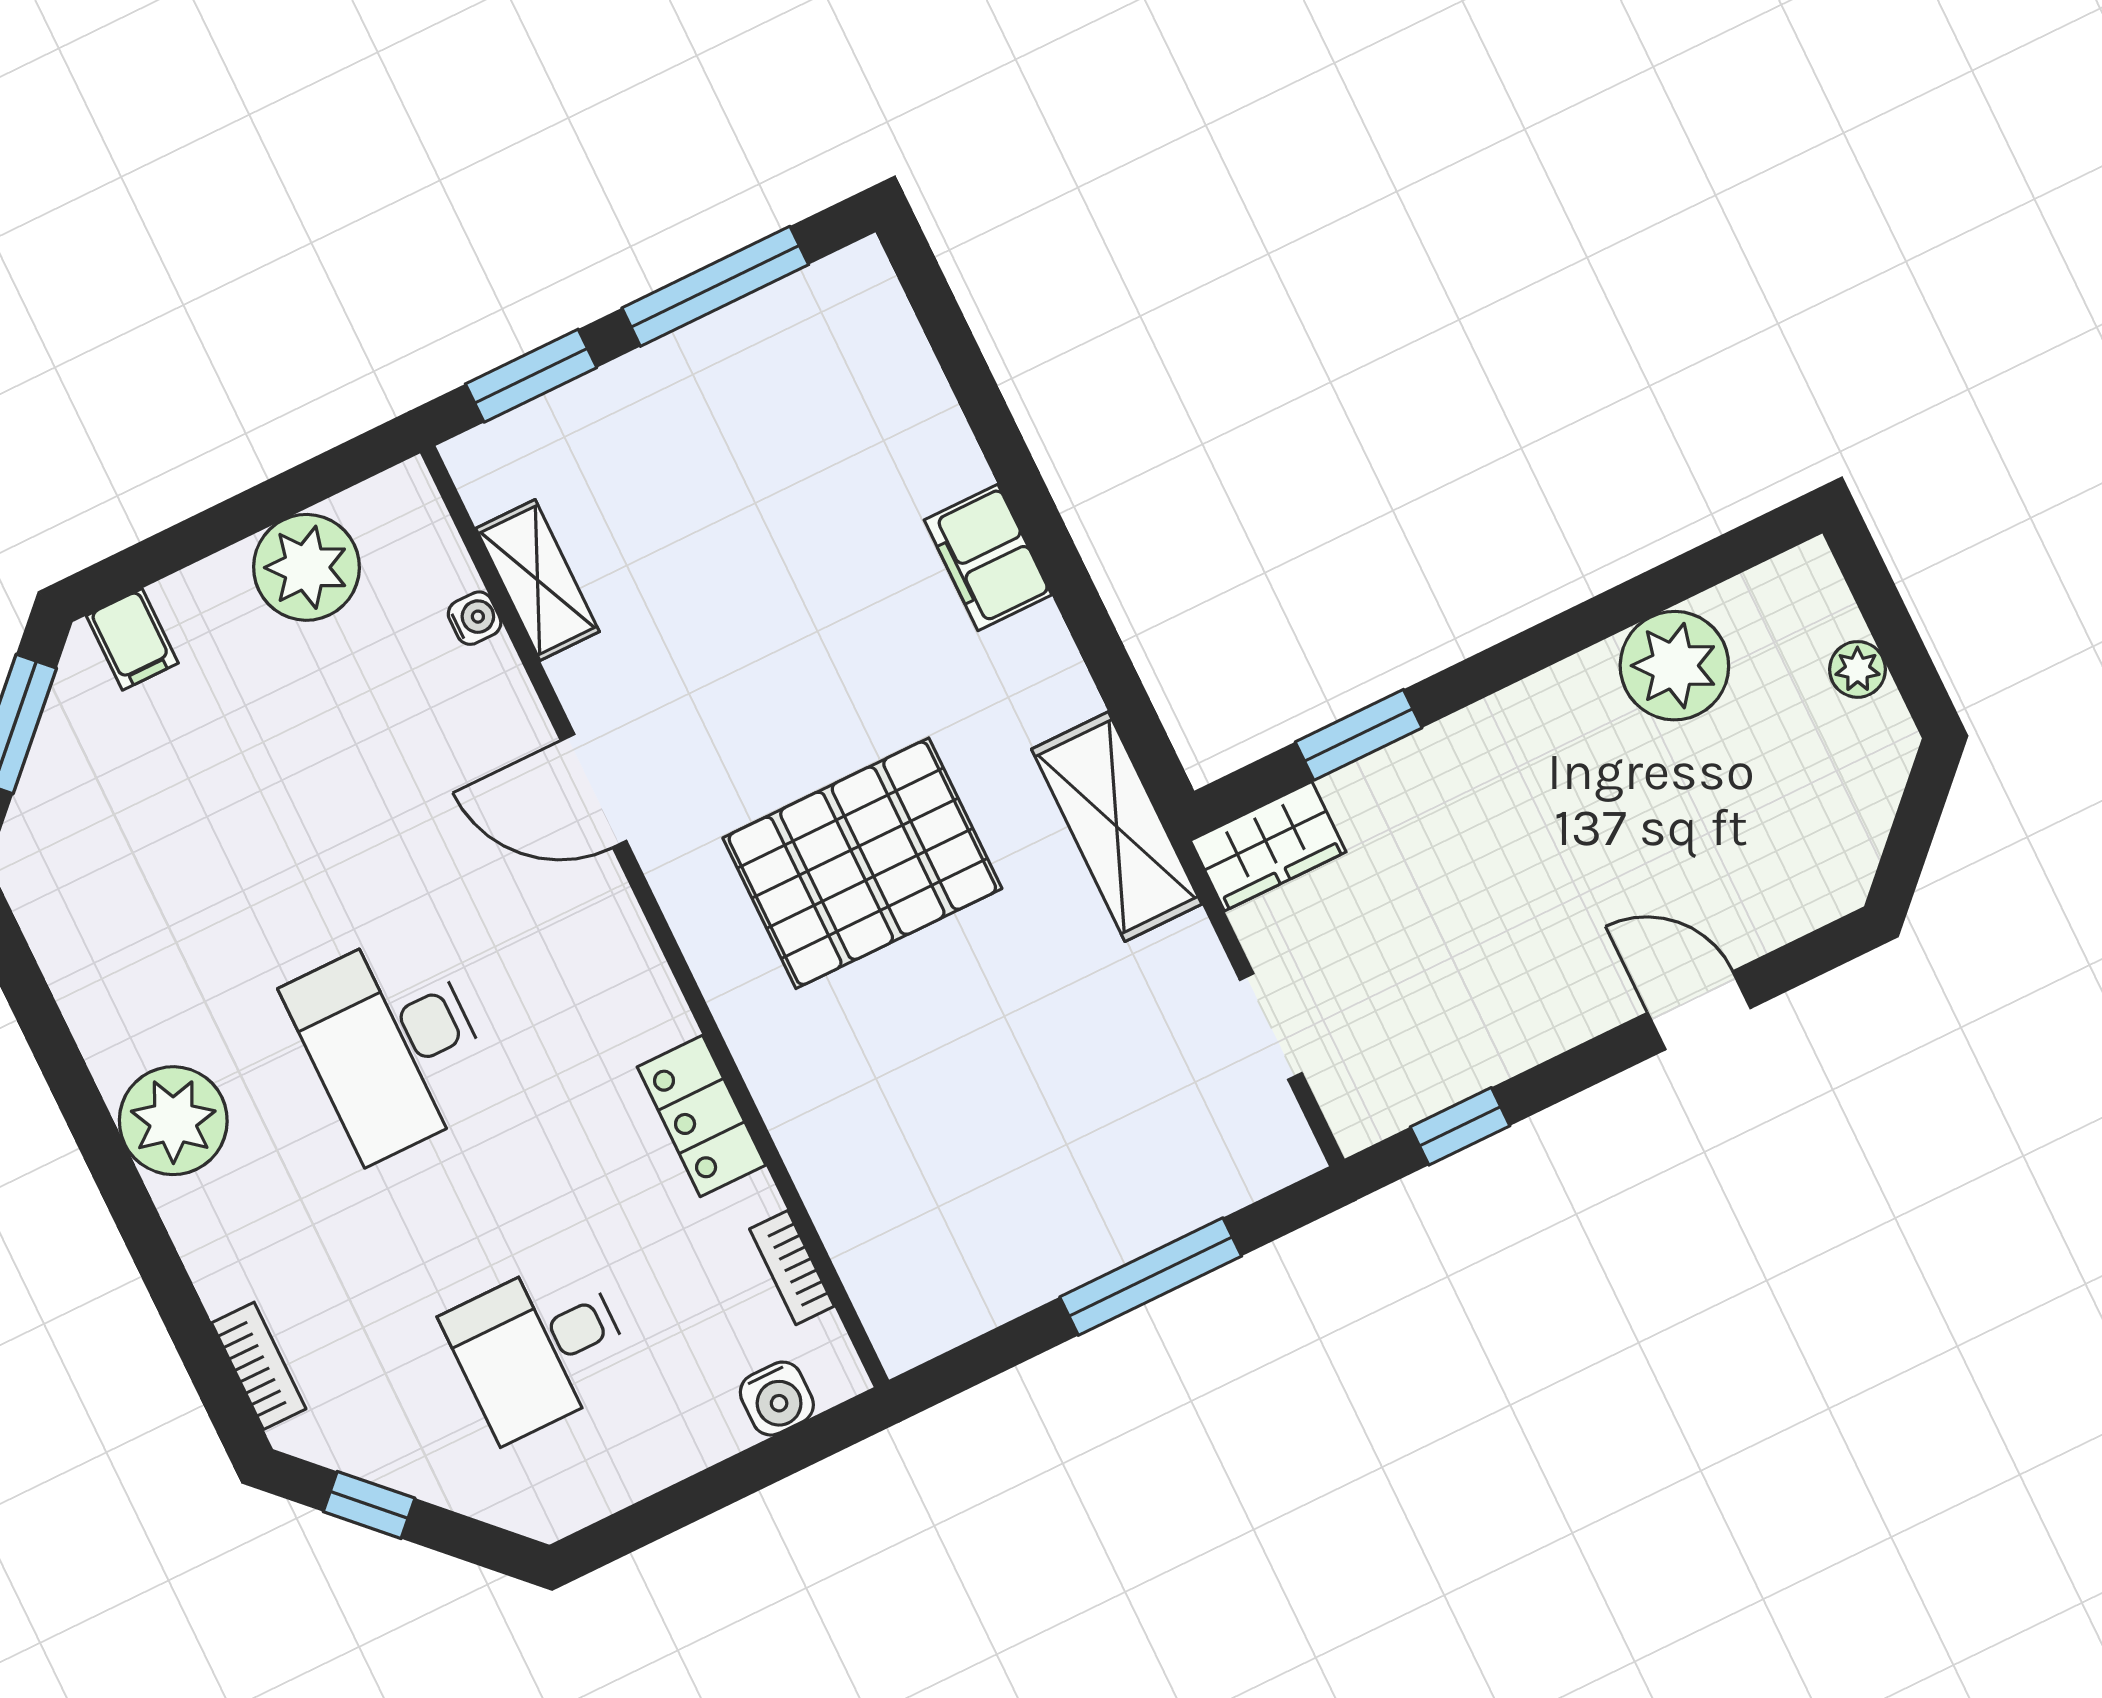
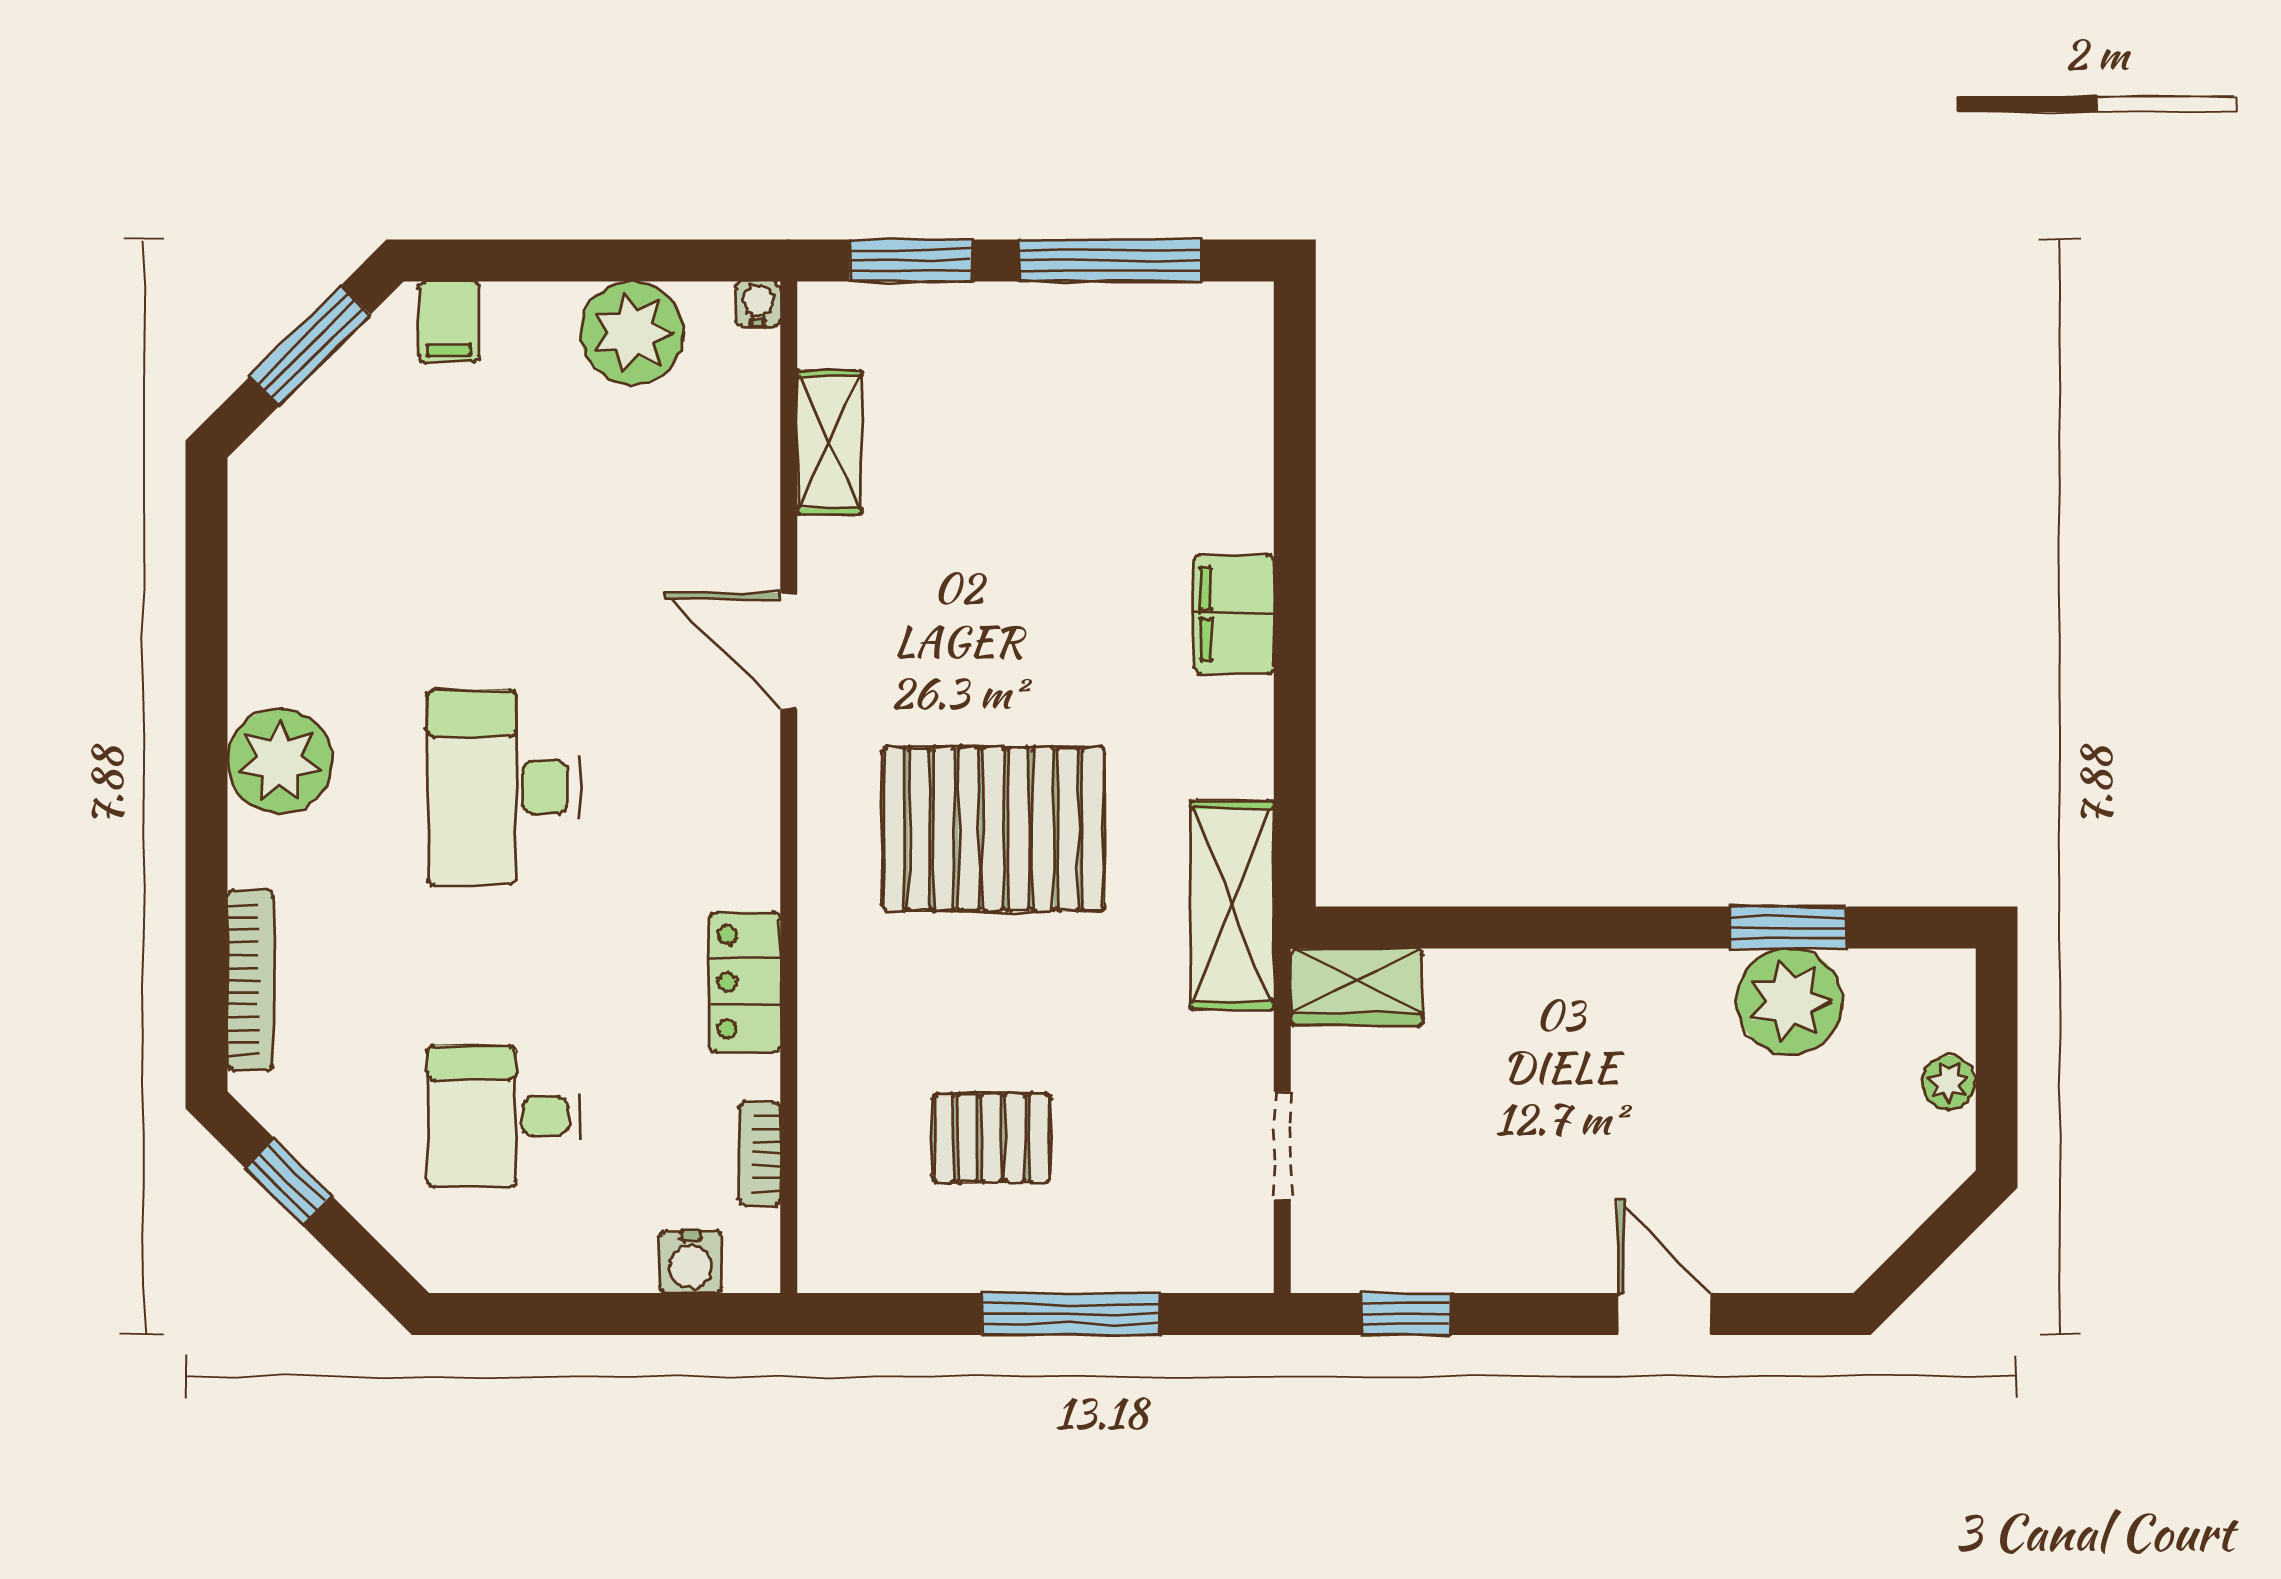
water cooler: (475, 618) -> (758, 304), moved, turned -90
window: (1359, 735) -> (1788, 928), moved
pallet: (999, 1149) -> (991, 1138), added
bookcase: (259, 1366) -> (250, 980), width x1.56

